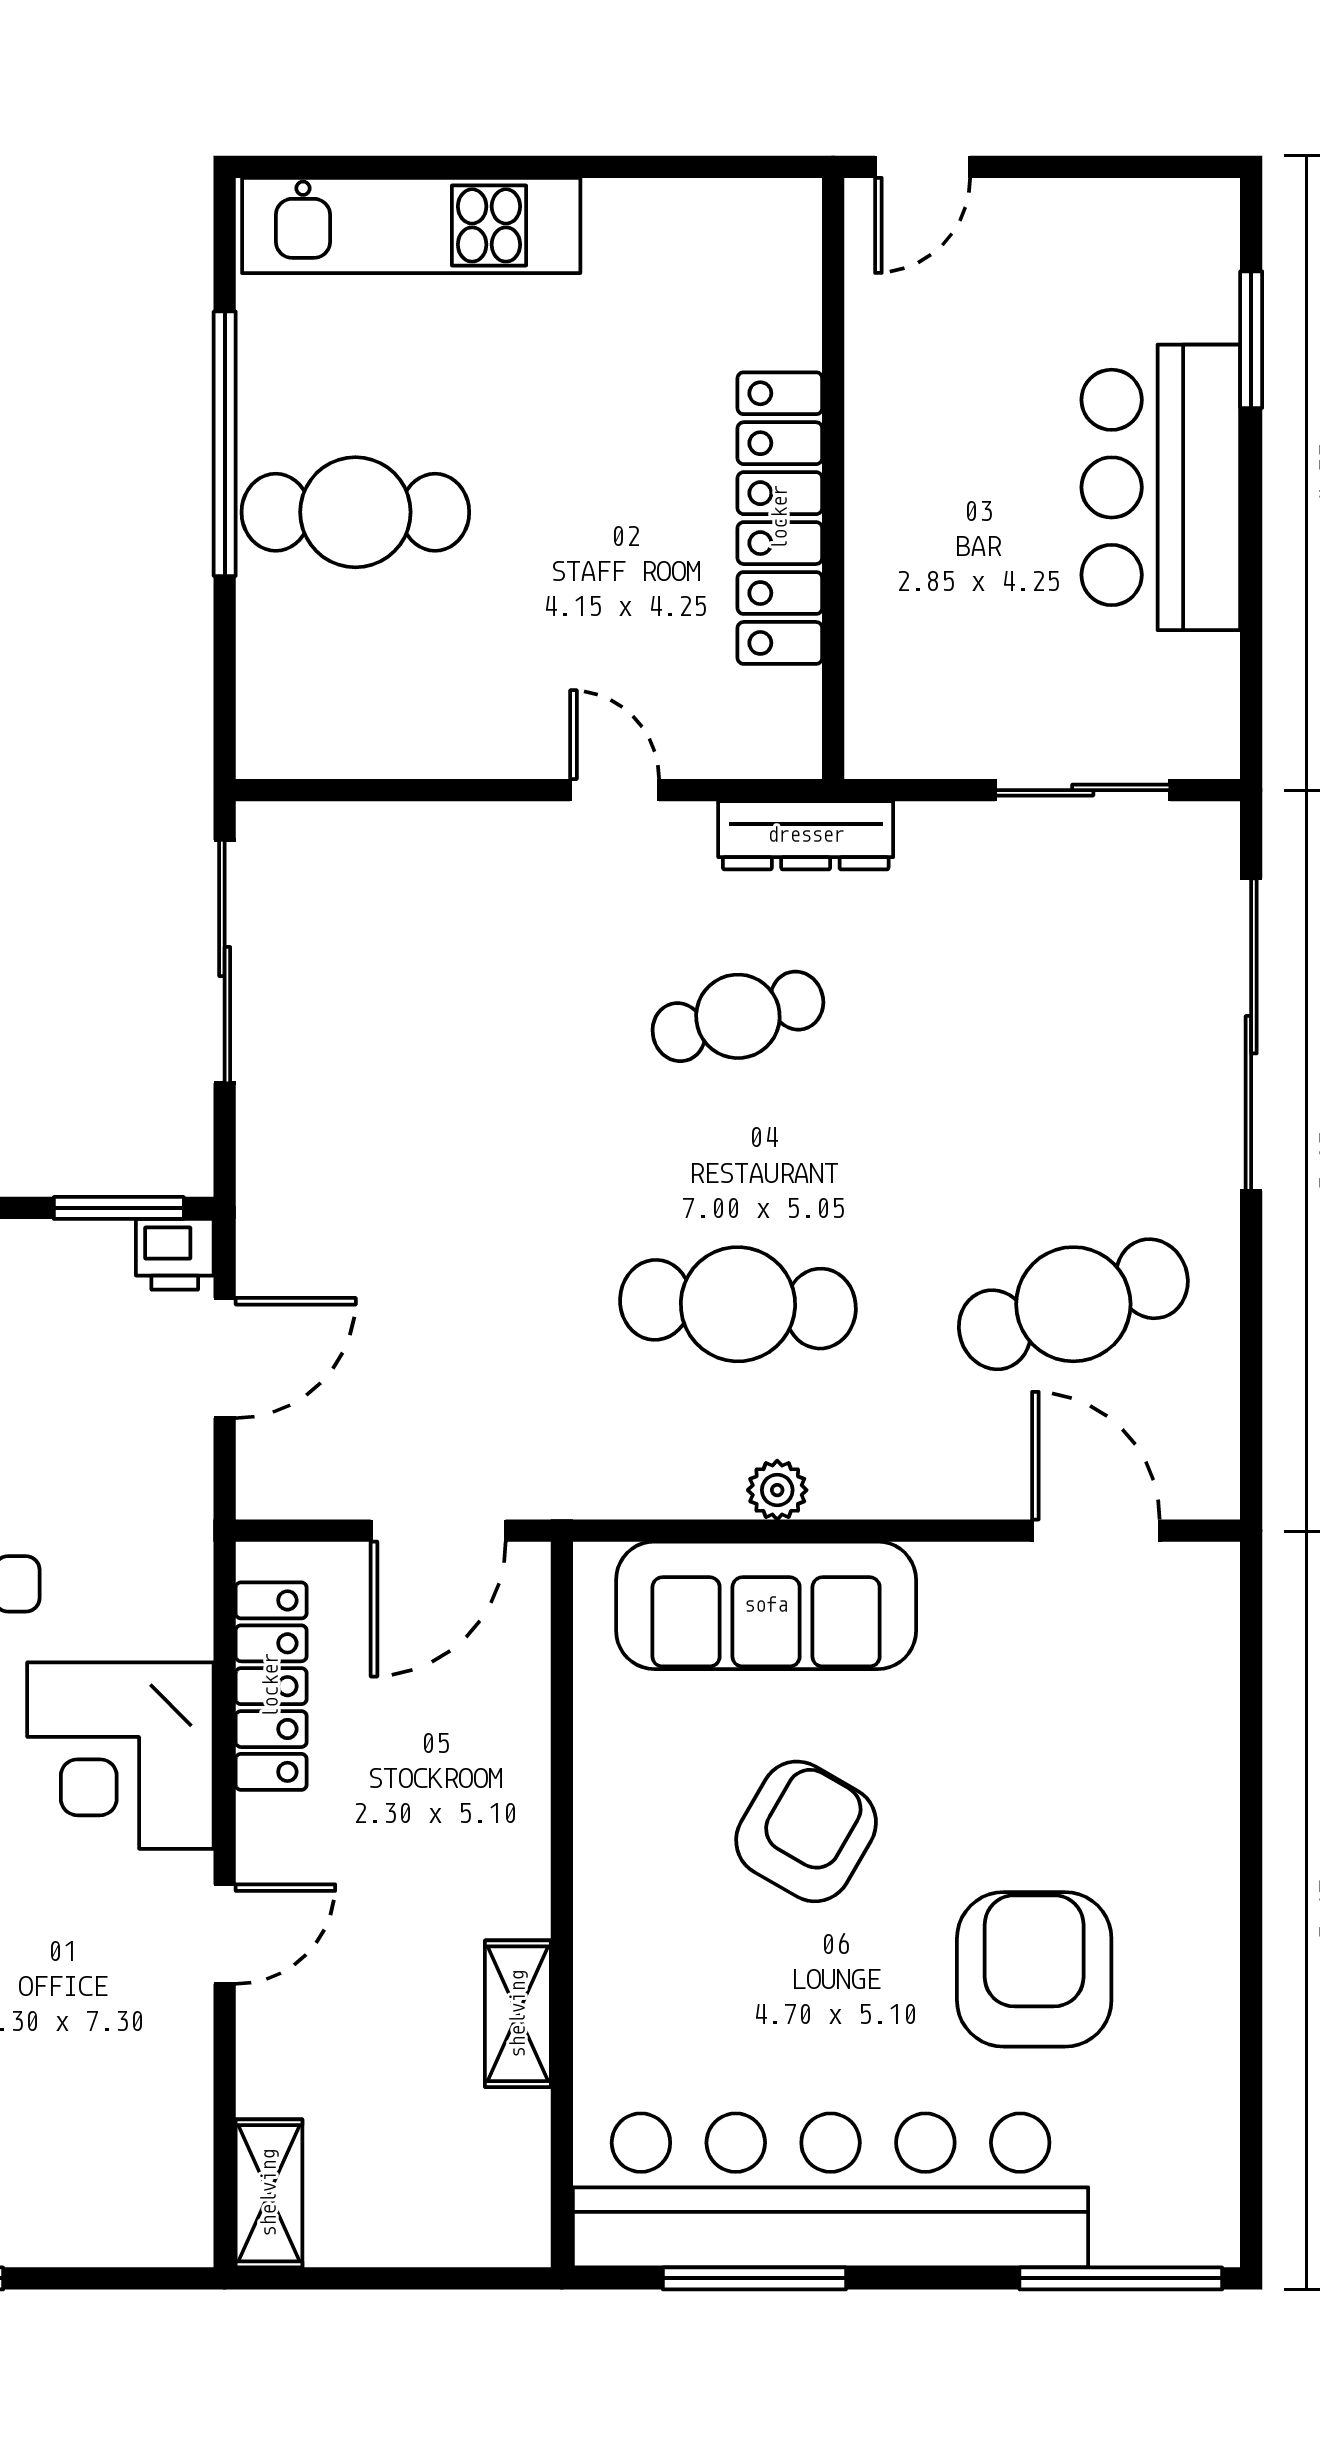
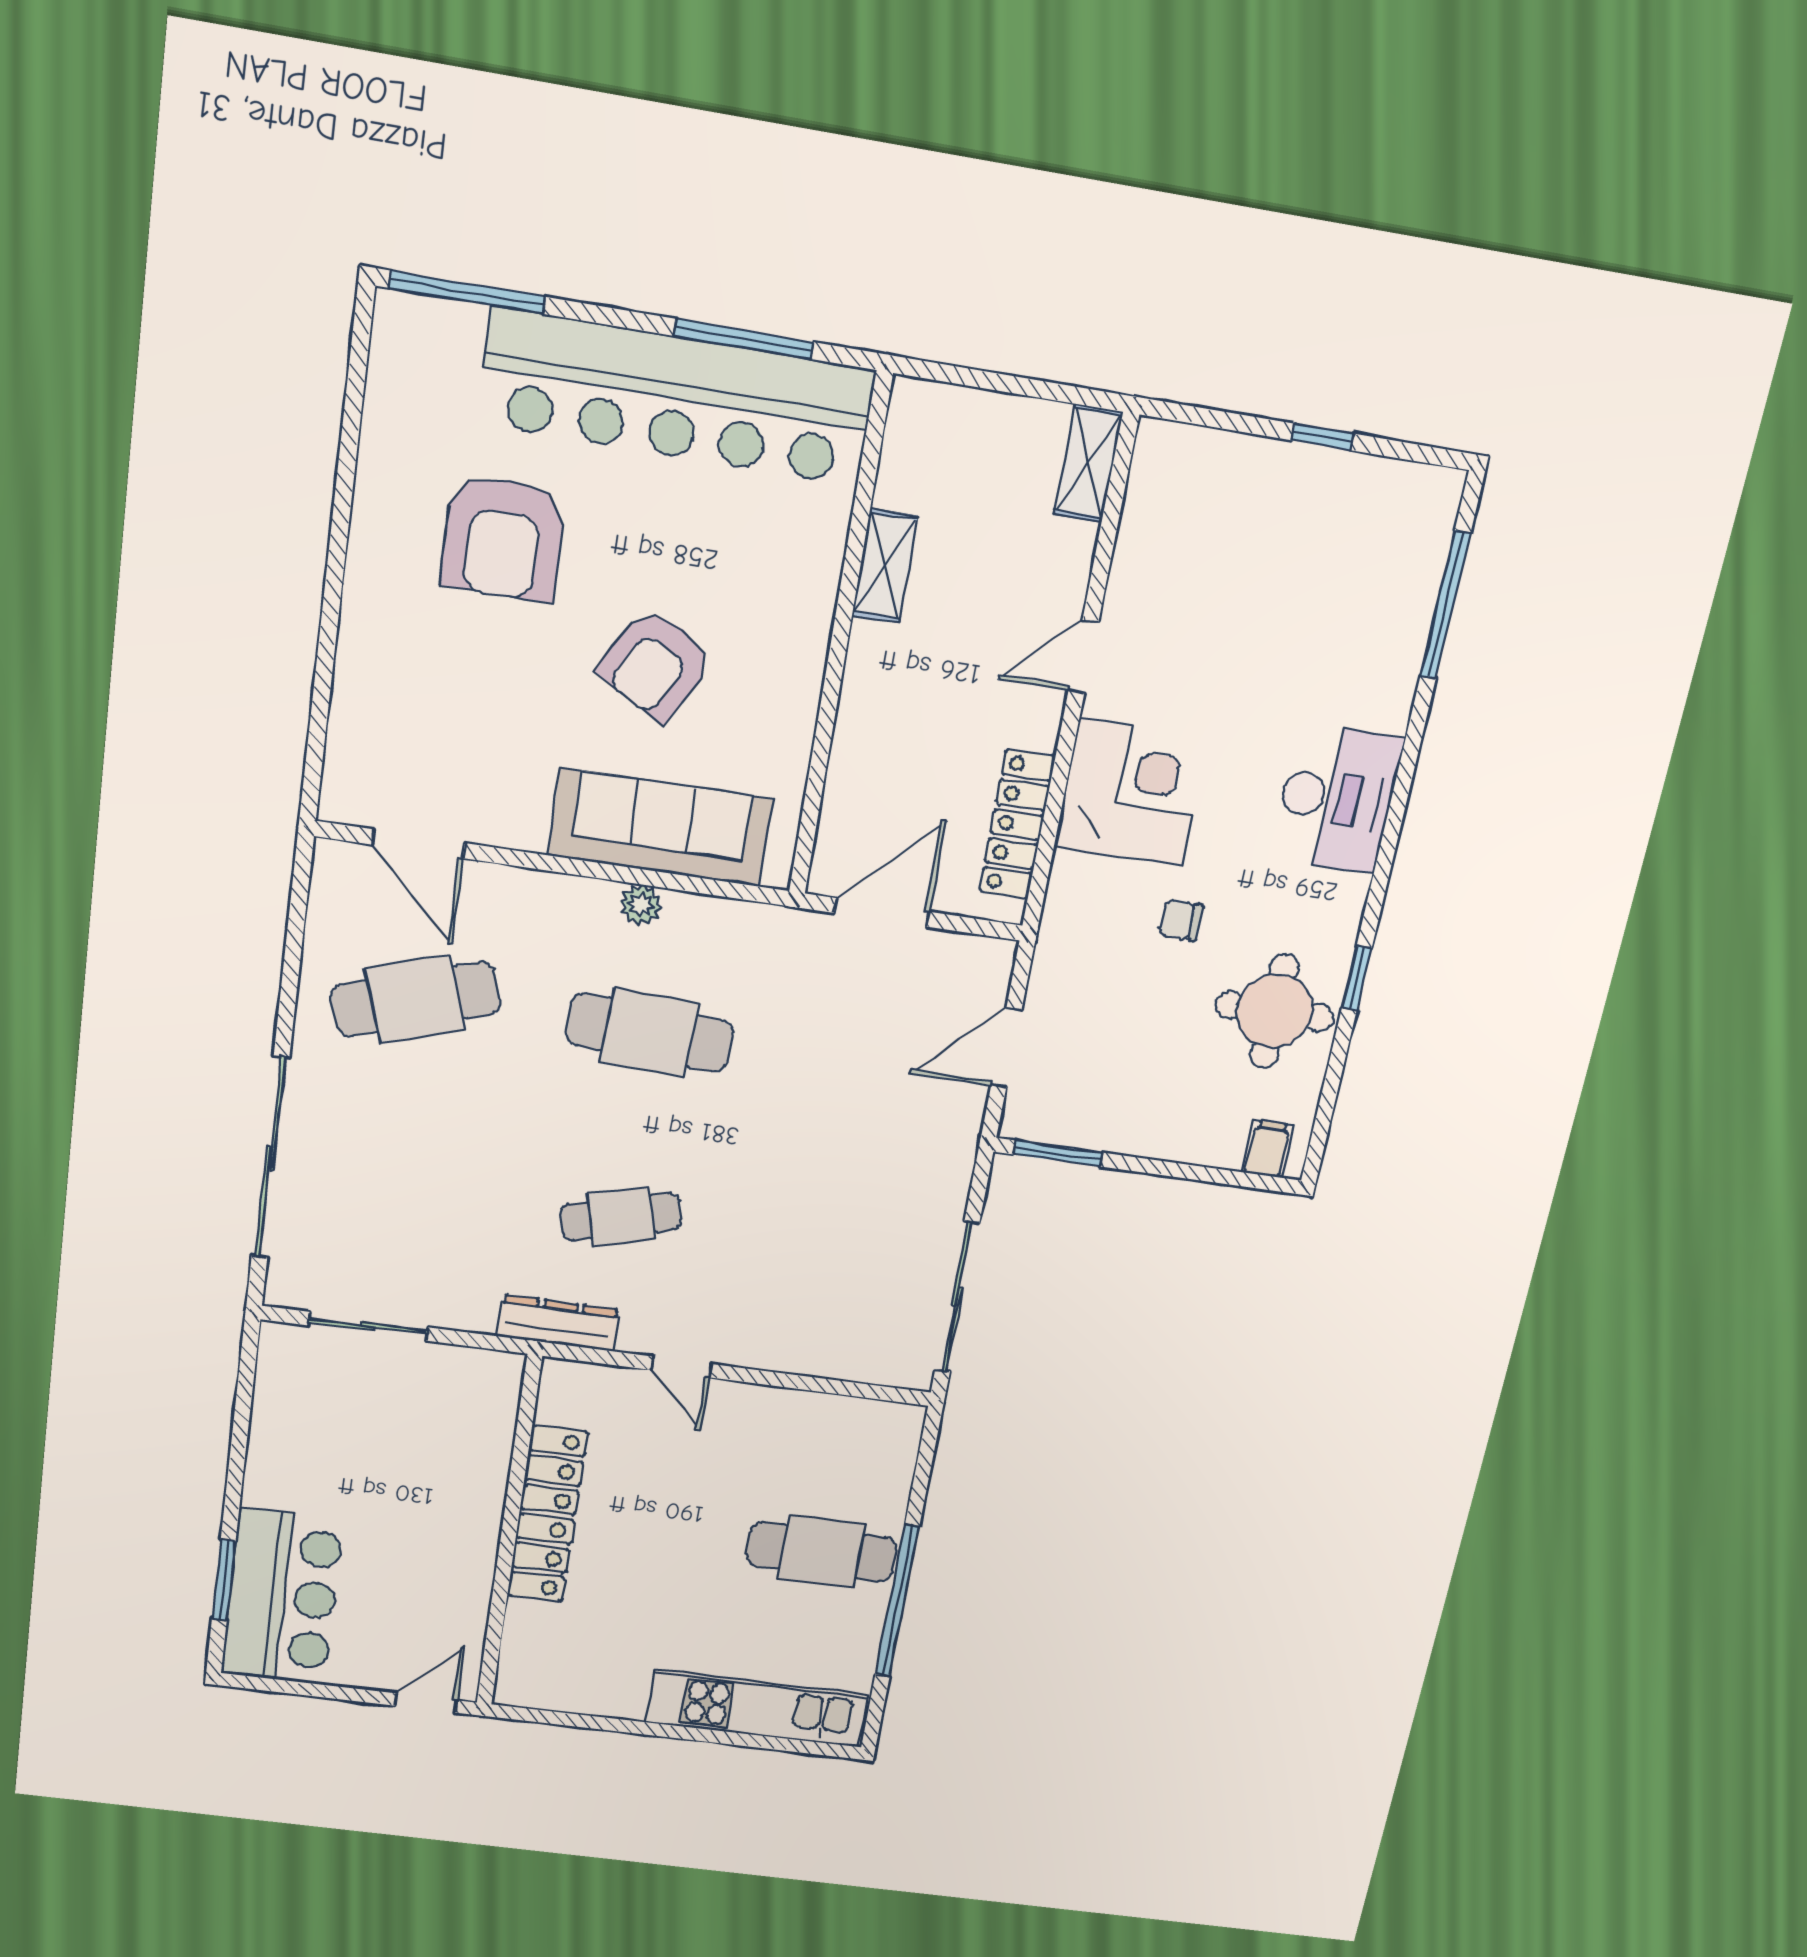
bar counter: (1161, 487) -> (282, 1596), moved
printer: (175, 1254) -> (1027, 1119), removed

